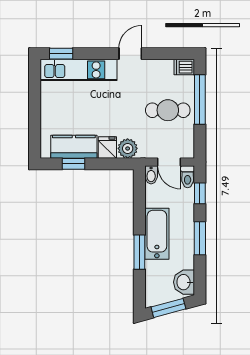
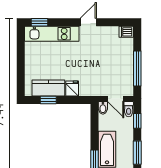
window: (200, 99) -> (137, 69), moved
cafe table: (168, 110) -> (115, 62), removed
plant: (128, 148) -> (86, 89), removed

